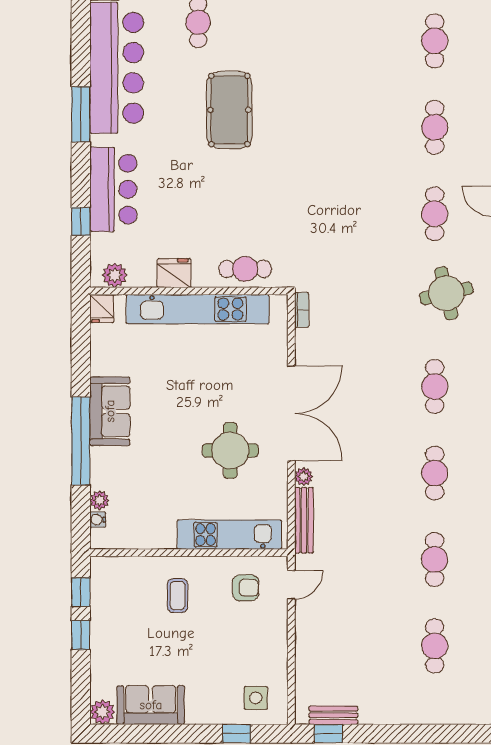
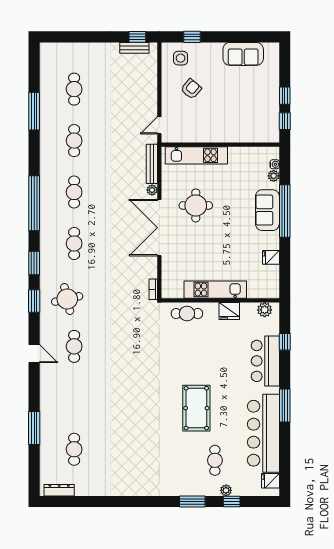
cafe table: (435, 127) -> (74, 398), removed
fridge: (102, 309) -> (271, 257), moved, turned -90
kitchen unit: (198, 309) -> (215, 290), width x0.73
sofa: (110, 411) -> (267, 210), moved
armchair: (246, 588) -> (191, 89), moved, turned 130
coffee table: (178, 596) -> (227, 119), removed
plant: (102, 712) -> (272, 50), removed

